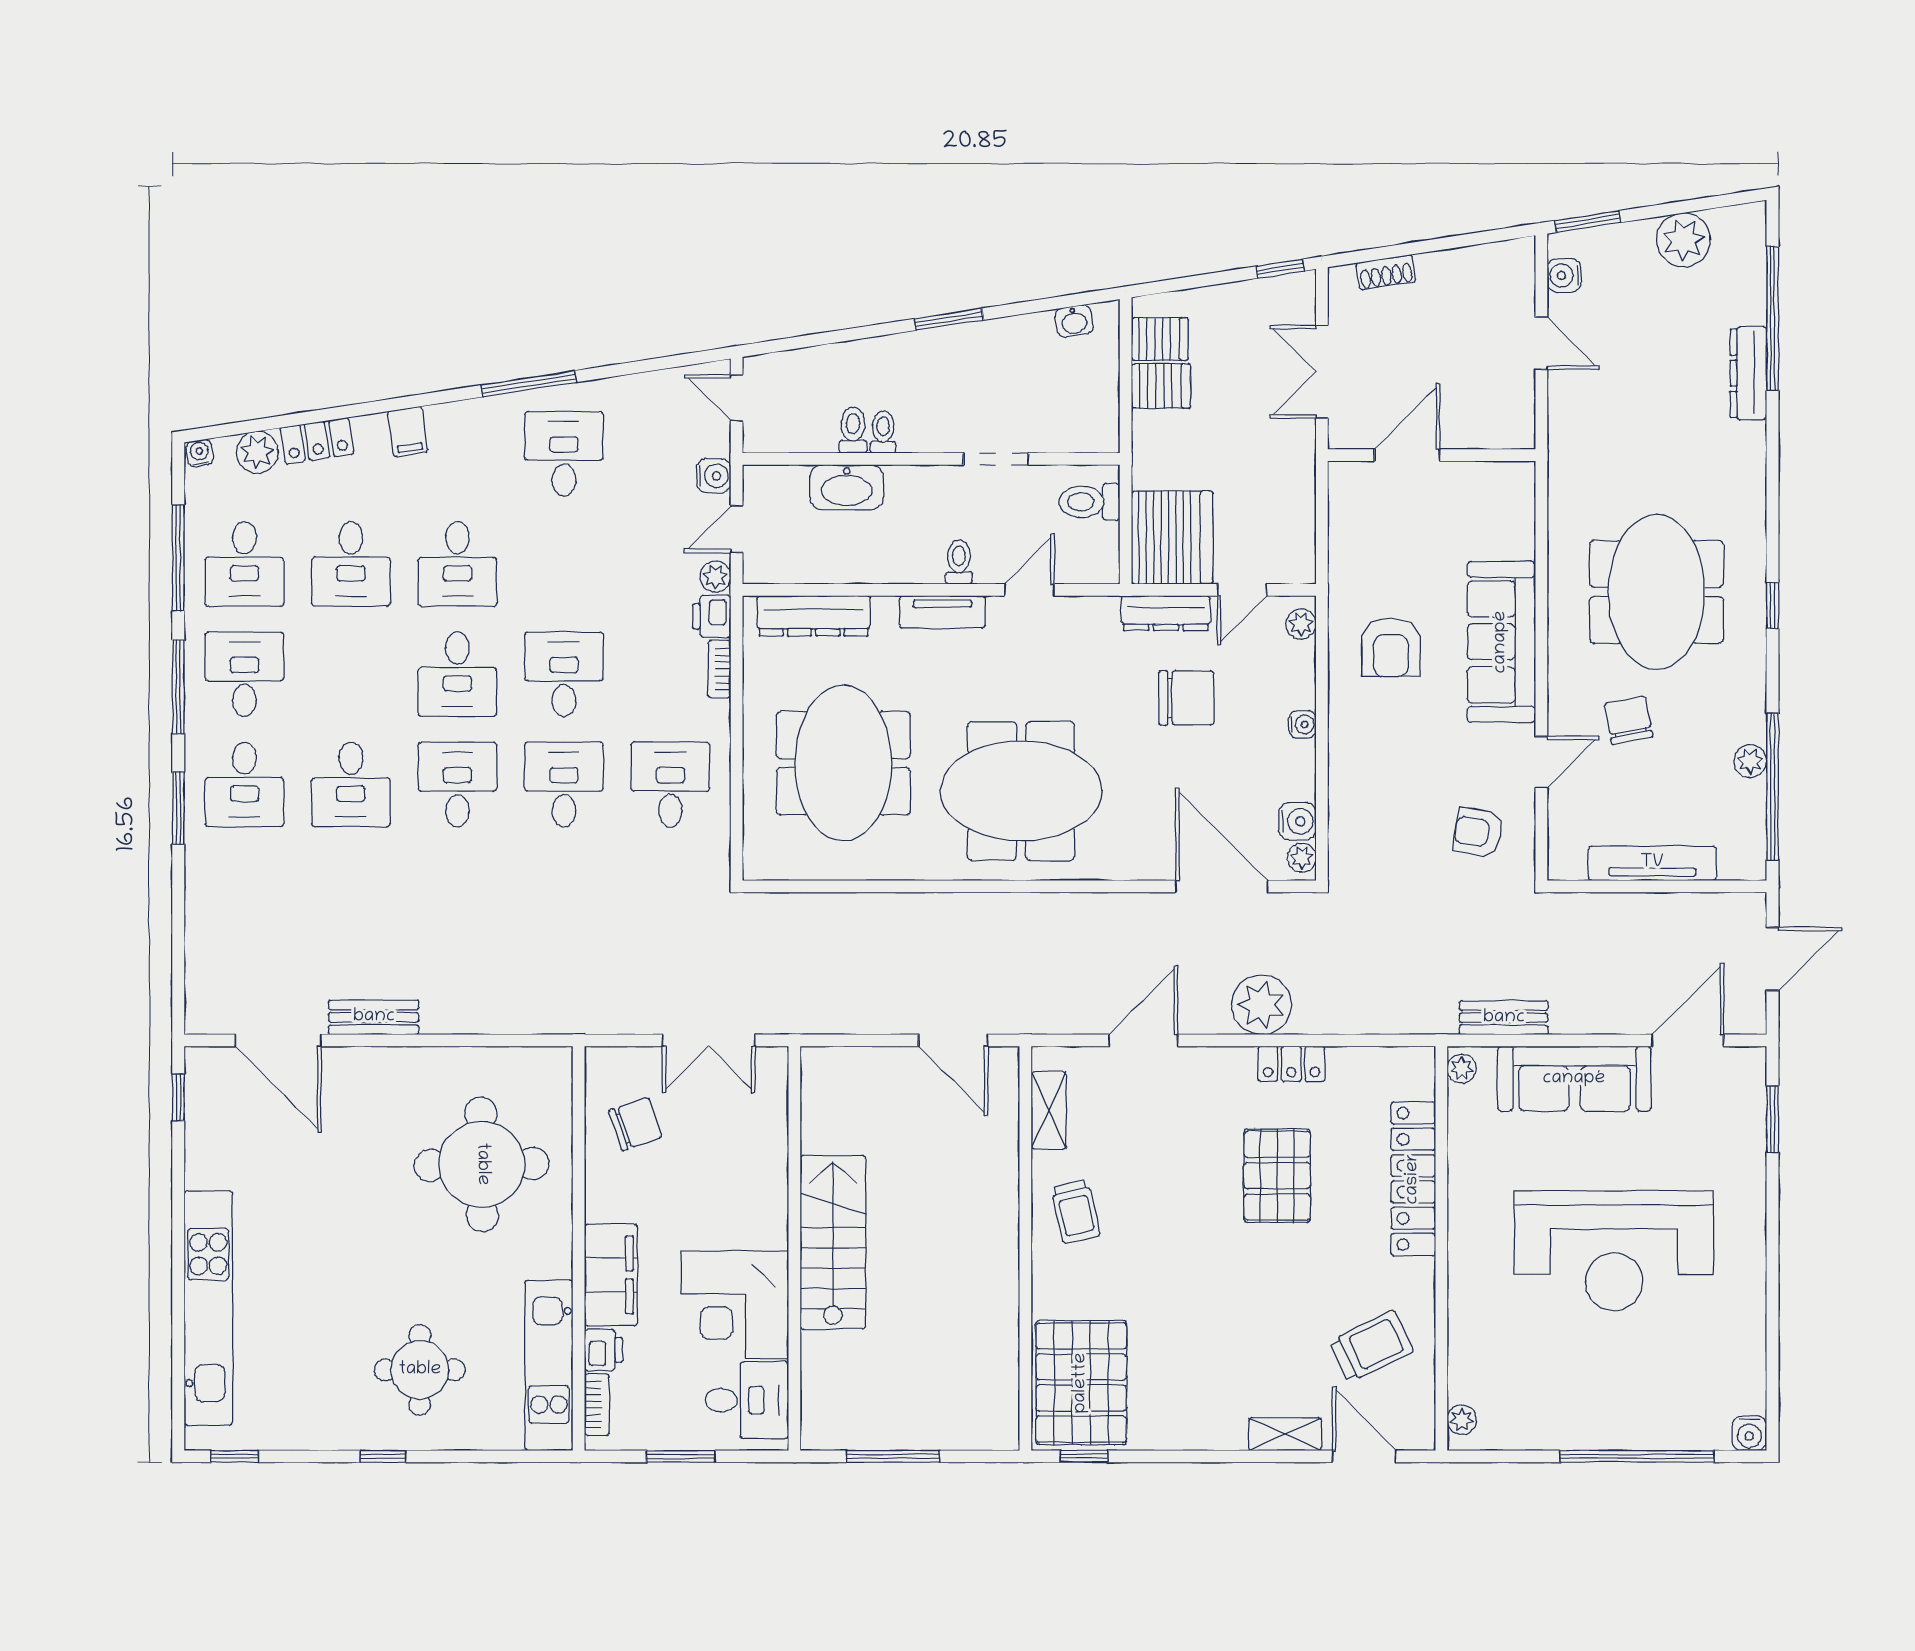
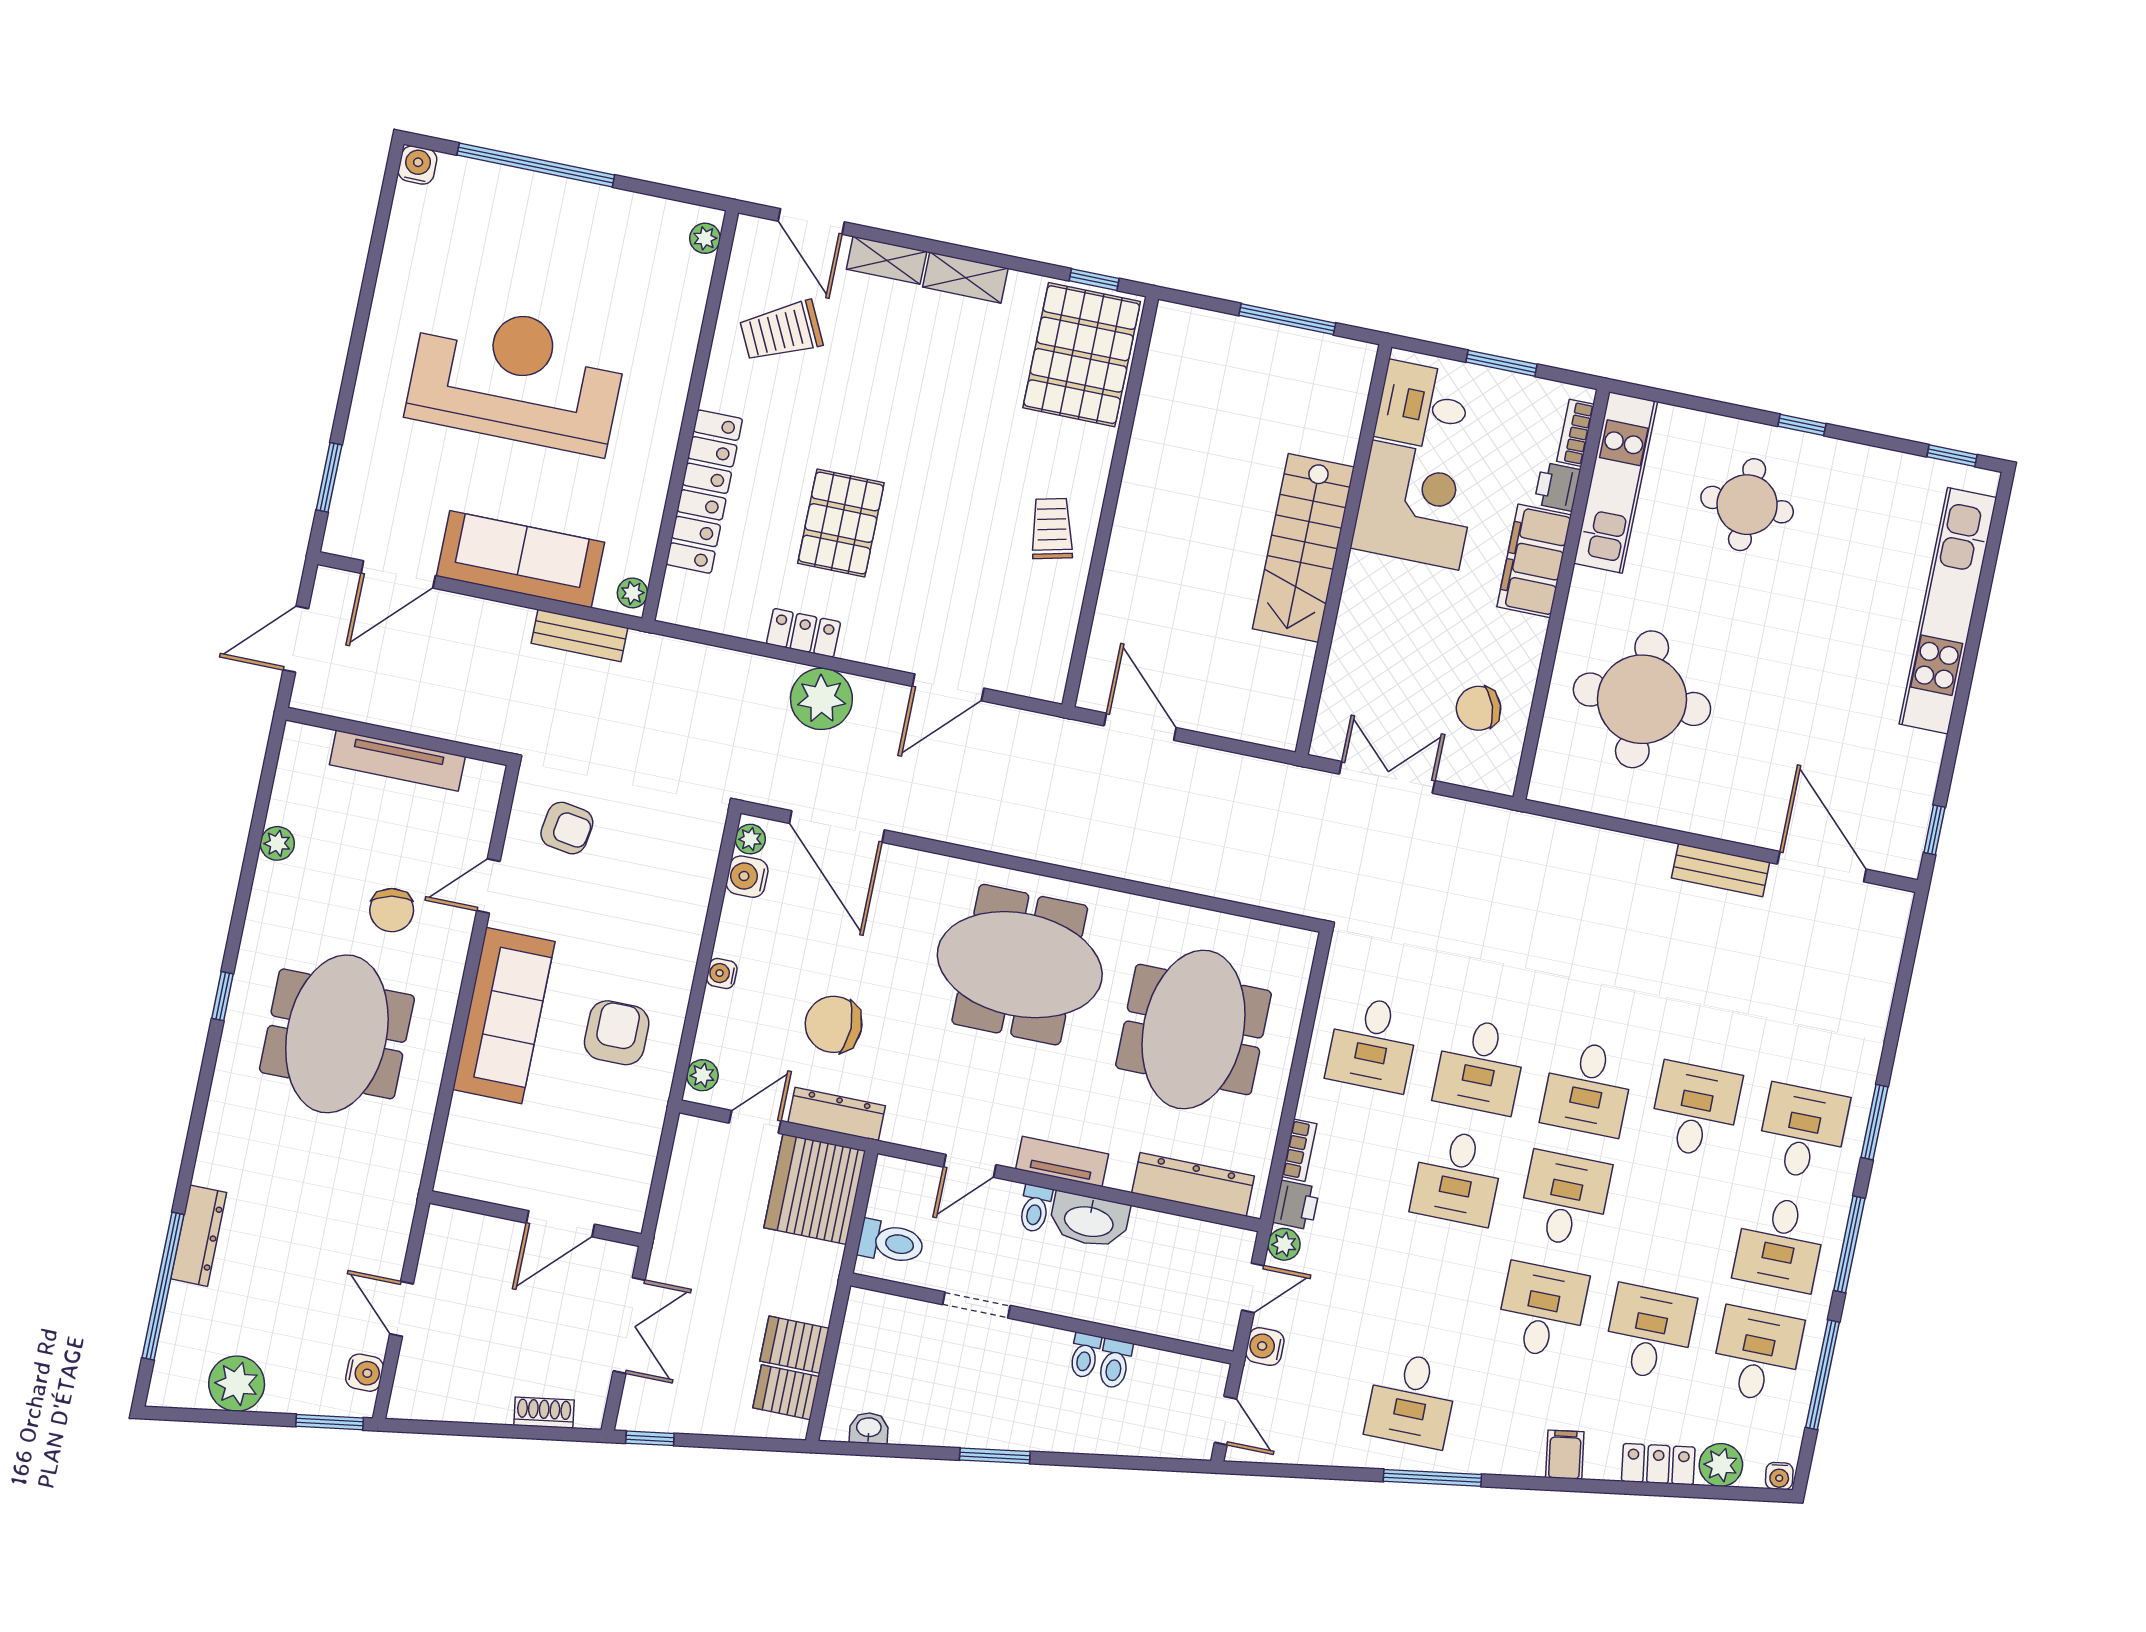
washbasin: (847, 487) -> (1089, 1220), moved, turned 180
window: (1772, 787) -> (260, 813), removed
shelving: (1049, 1110) -> (965, 278), moved, turned 90

